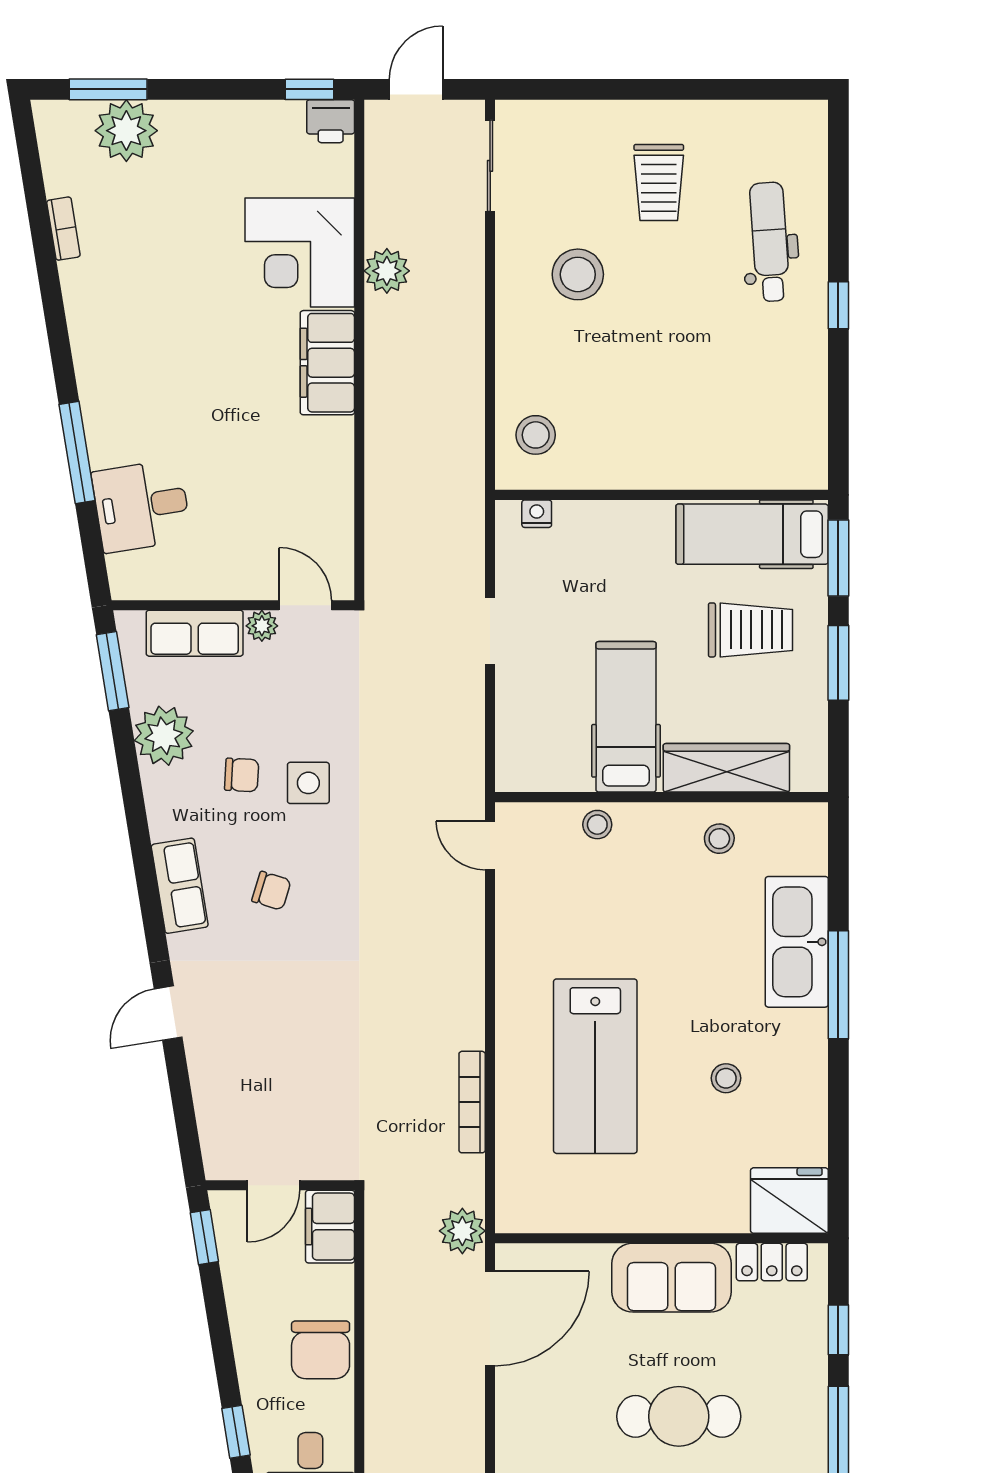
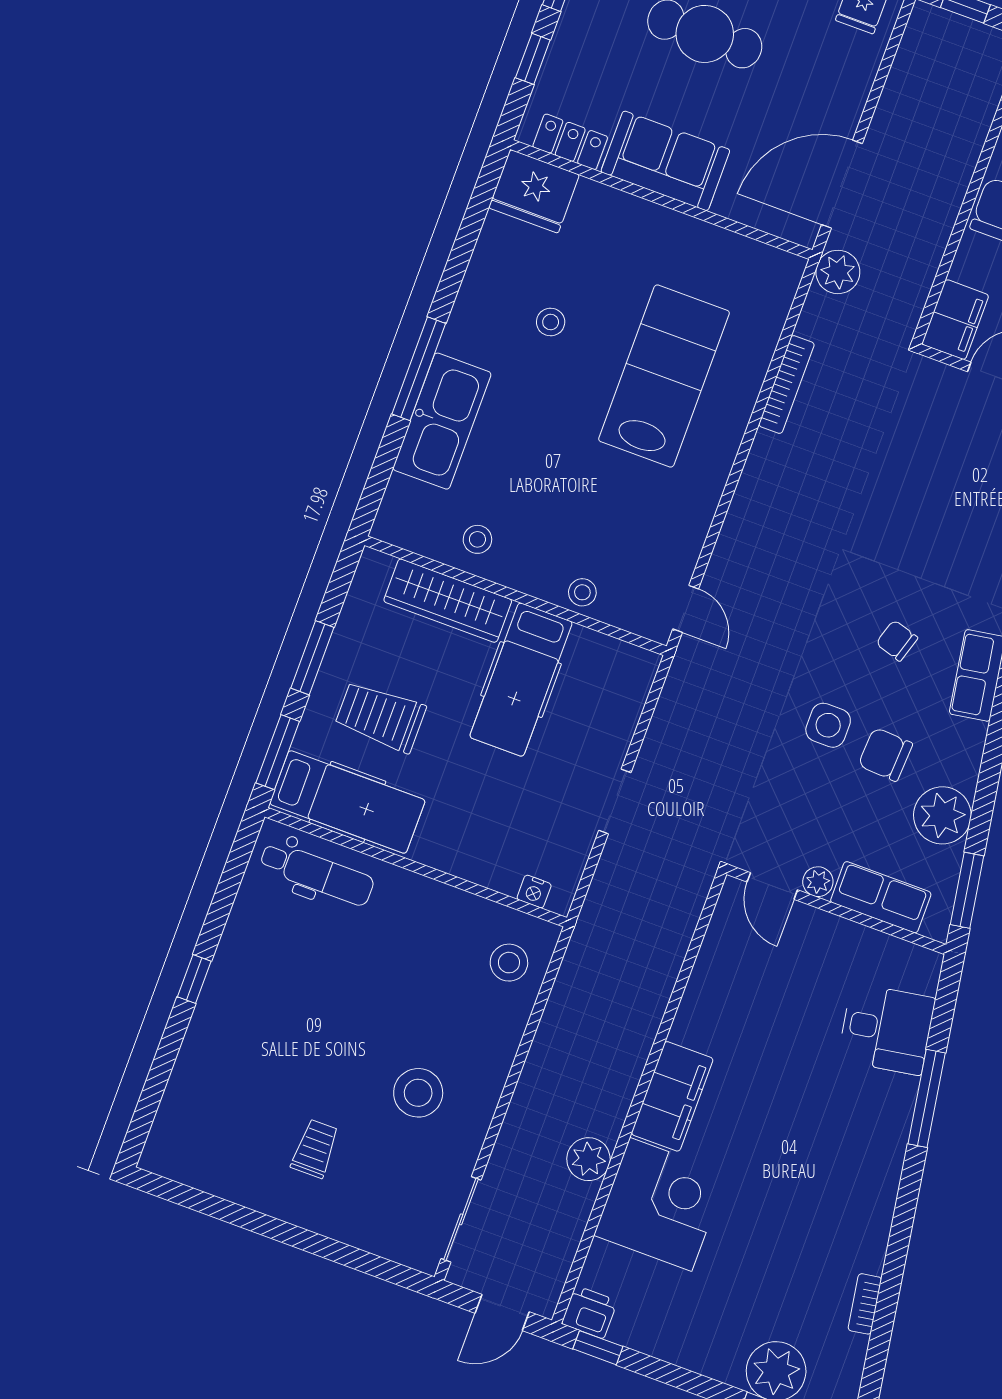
trolley: (659, 182) -> (315, 1149), width x0.73, depth x0.72
dental chair: (770, 242) -> (317, 873), moved, turned -86
chair: (242, 775) -> (885, 754), width x1.37, depth x1.37

